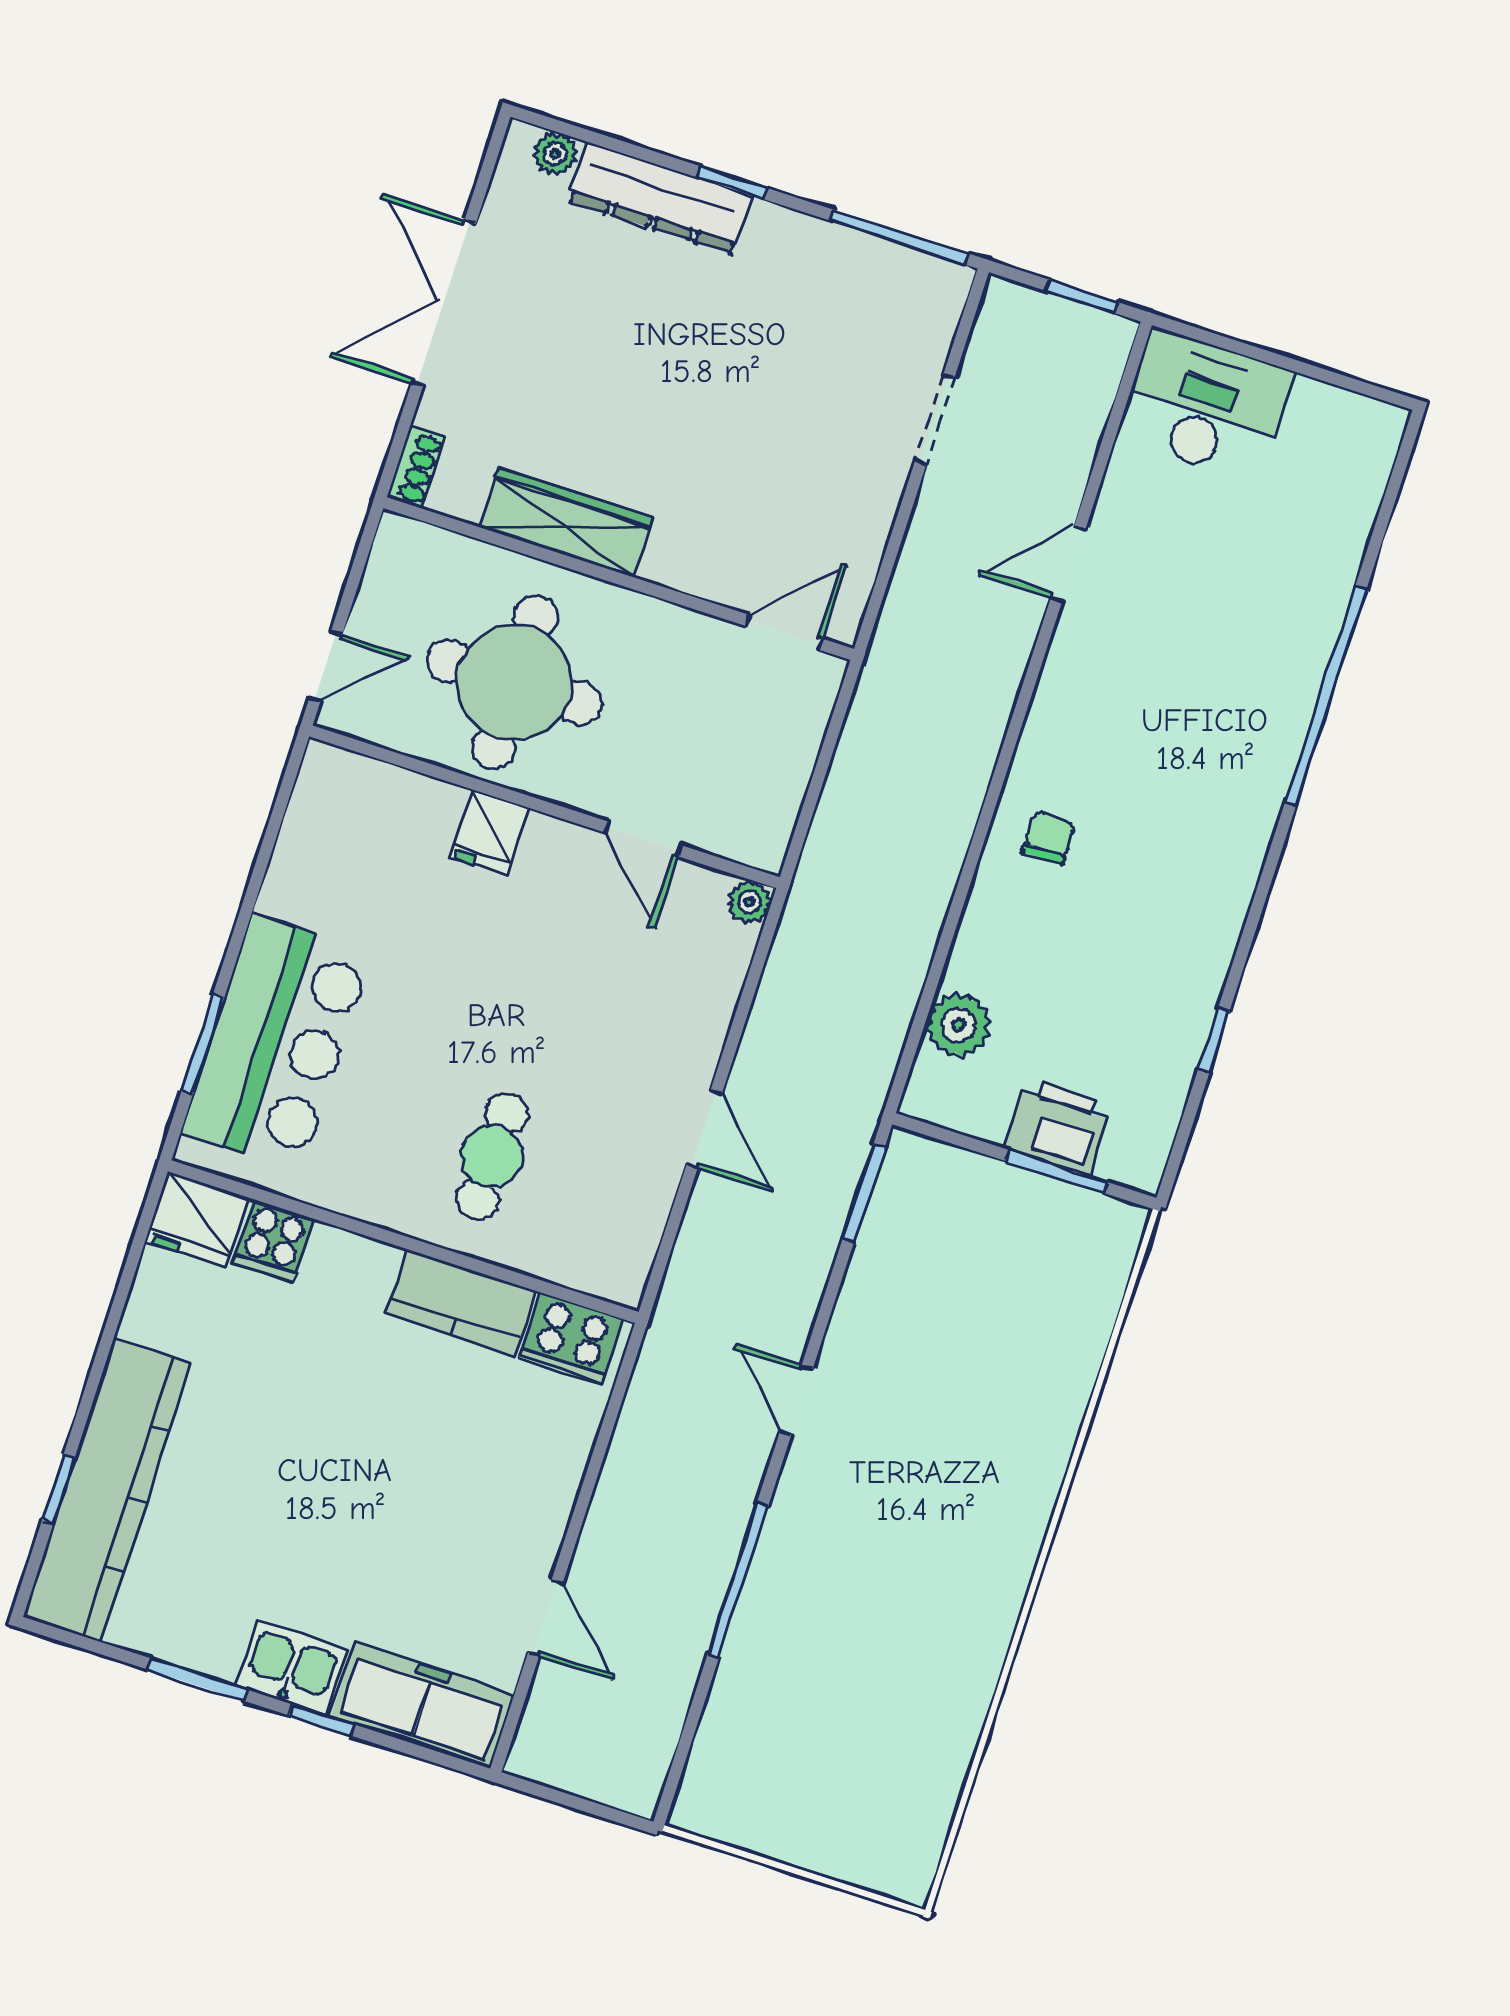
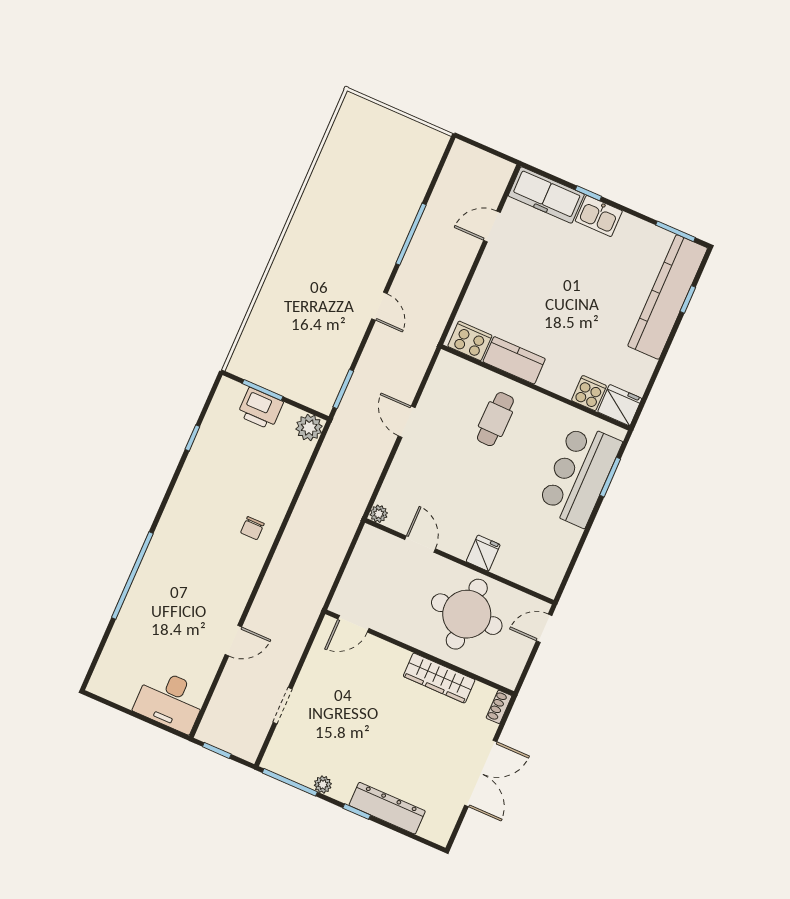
plant: (555, 154) -> (323, 785), moved
plant: (958, 1025) -> (309, 428), moved
door: (545, 1618) -> (492, 226), hinge flipped
window: (198, 1680) -> (676, 231), moved

